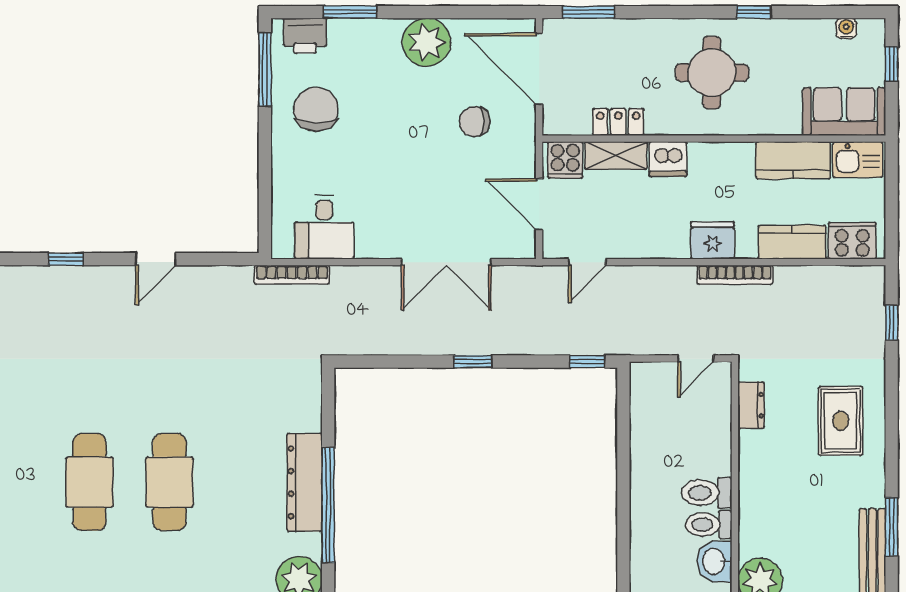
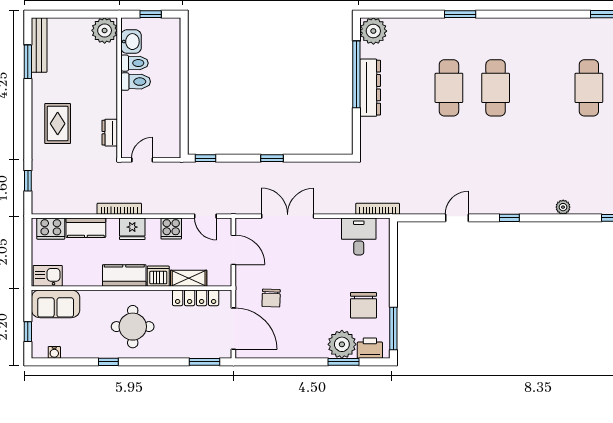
plant: (427, 42) -> (342, 344), moved
chair: (474, 122) -> (271, 298), turned 92
locker: (618, 122) -> (196, 298), width x1.53
cooker: (565, 160) -> (171, 229), moved, turned 180
kitchen counter: (793, 160) -> (124, 275), moved
door: (587, 262) -> (205, 216), swing flipped

